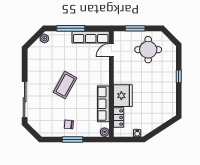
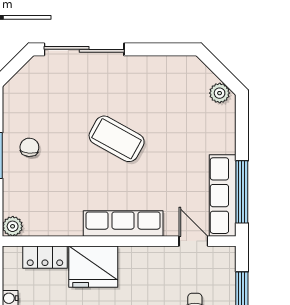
window: (71, 28) -> (242, 192), moved
row of seats: (103, 104) -> (123, 224), moved

